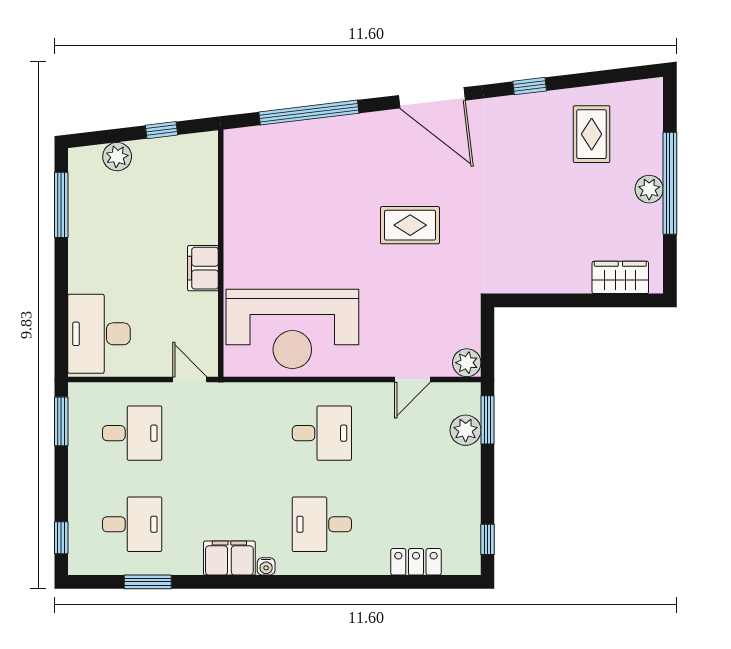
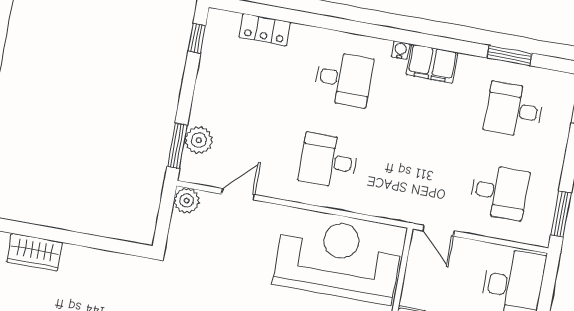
desk: (132, 433) -> (499, 192), turned 180

